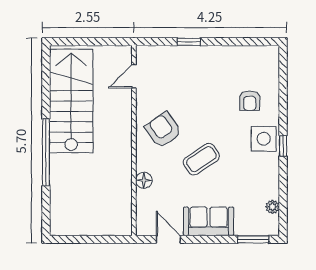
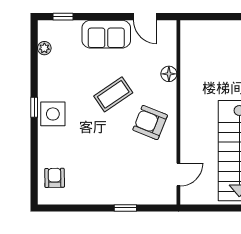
armchair: (250, 101) -> (55, 178), moved
armchair: (163, 130) -> (150, 123), turned 147
window: (253, 239) -> (63, 17), width x0.67

